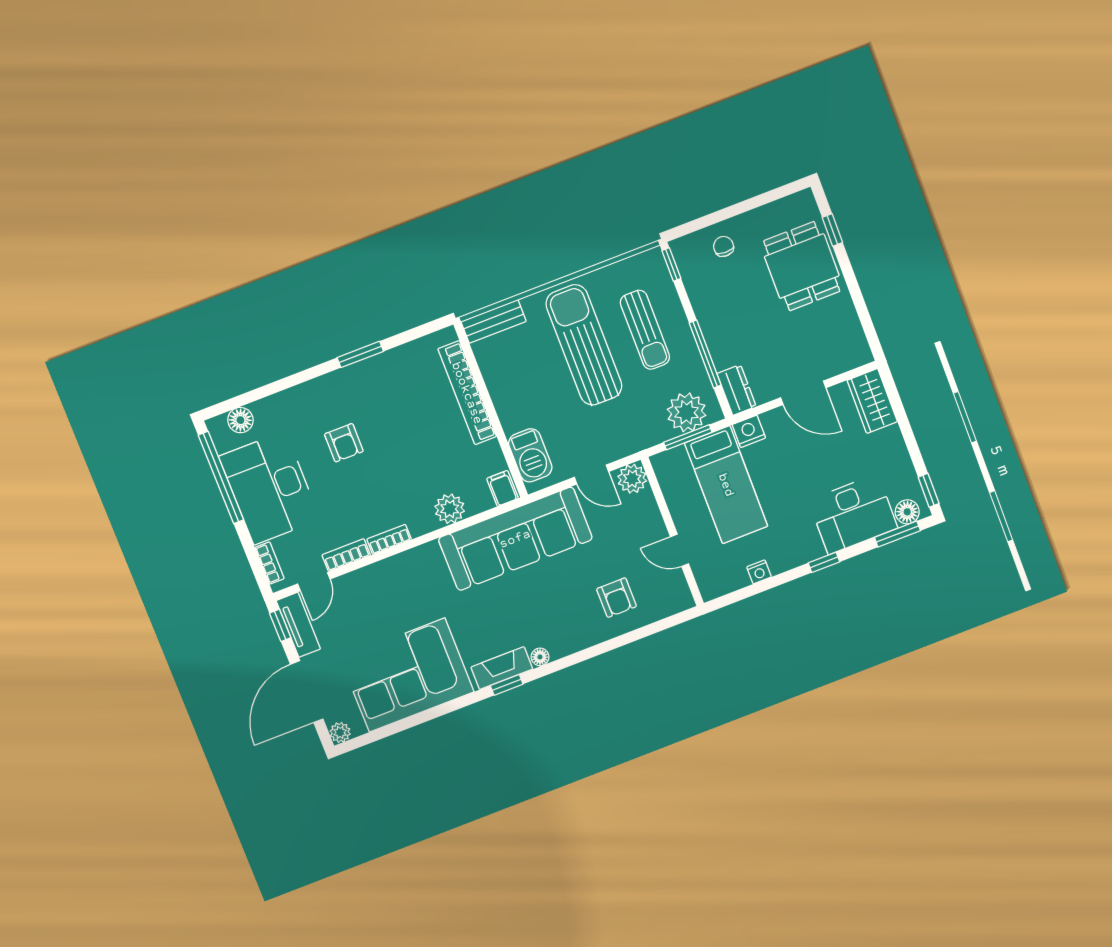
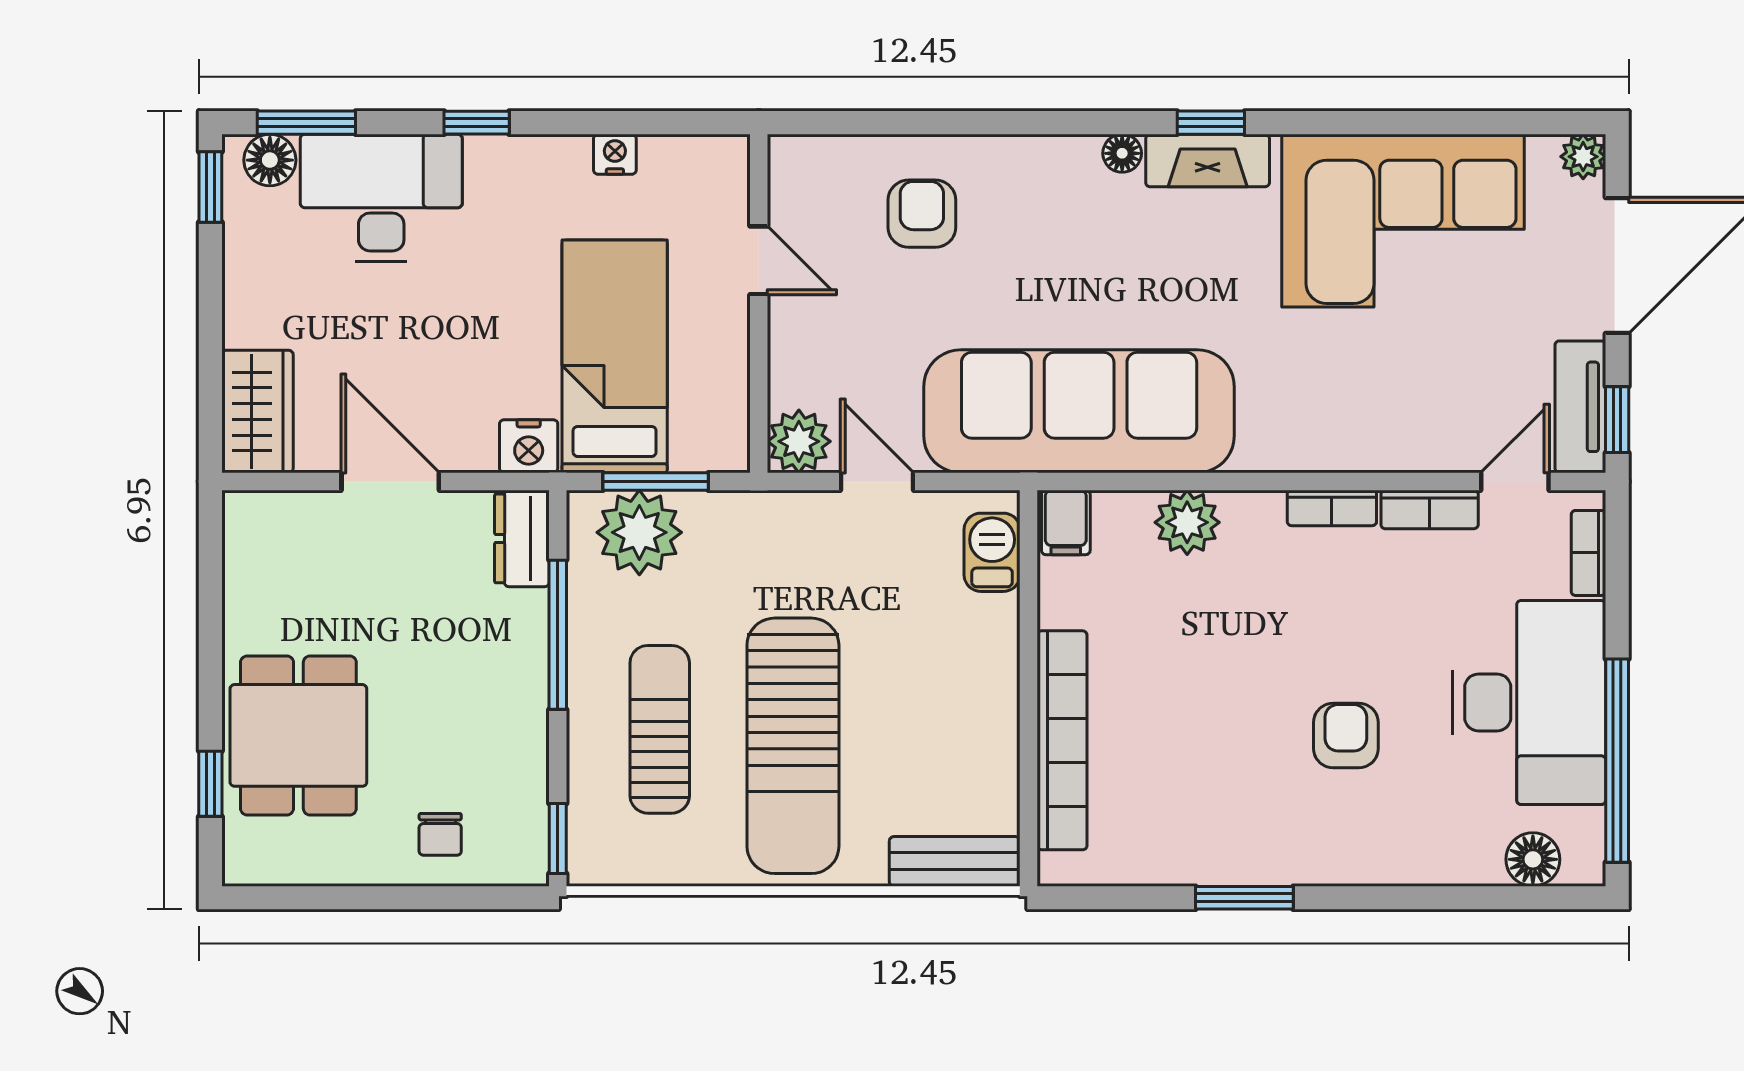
barbecue: (530, 455) -> (992, 552), width x0.73, depth x0.79

